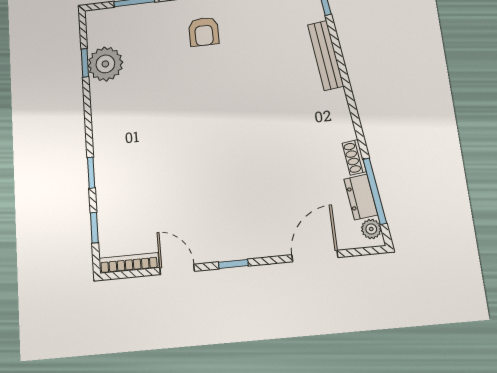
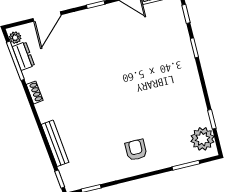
plant: (105, 64) -> (203, 139), moved
shoe rack: (354, 157) -> (35, 92), moved

